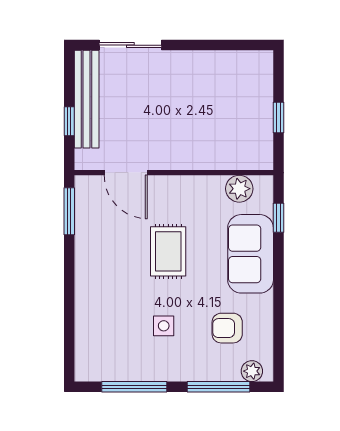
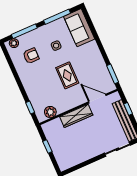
wardrobe: (187, 156) -> (76, 116), added
sofa: (251, 254) -> (79, 28), moved, turned 180

